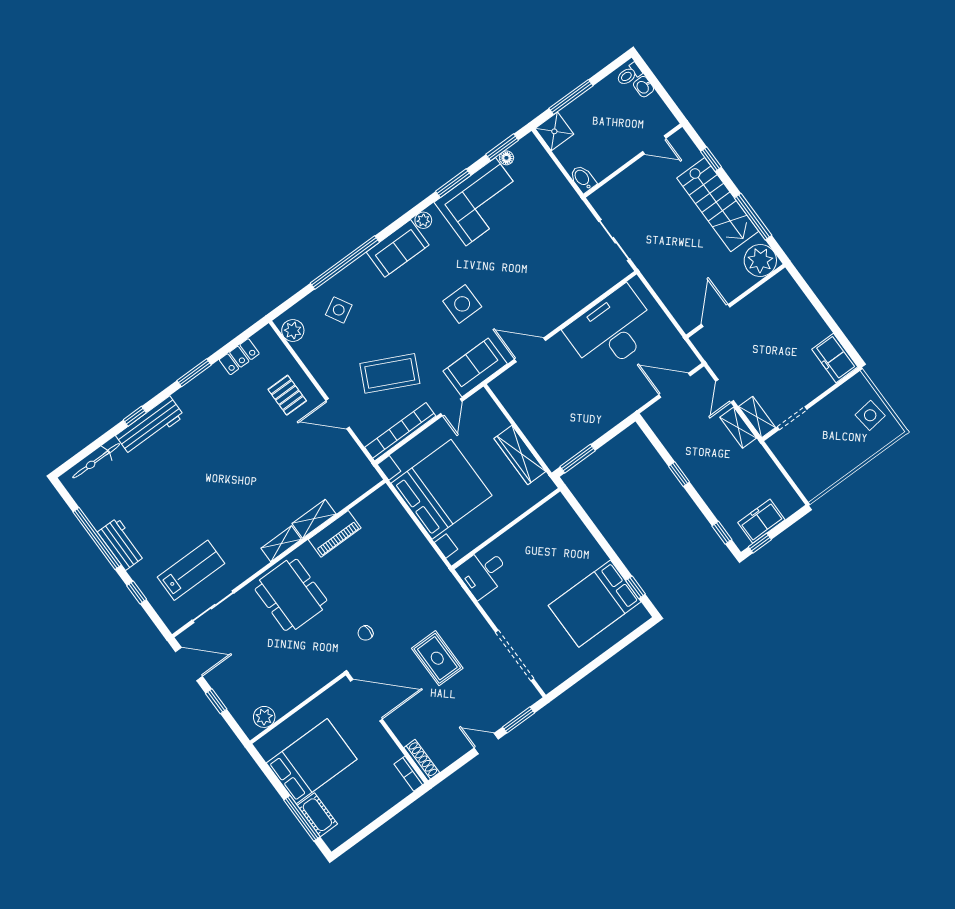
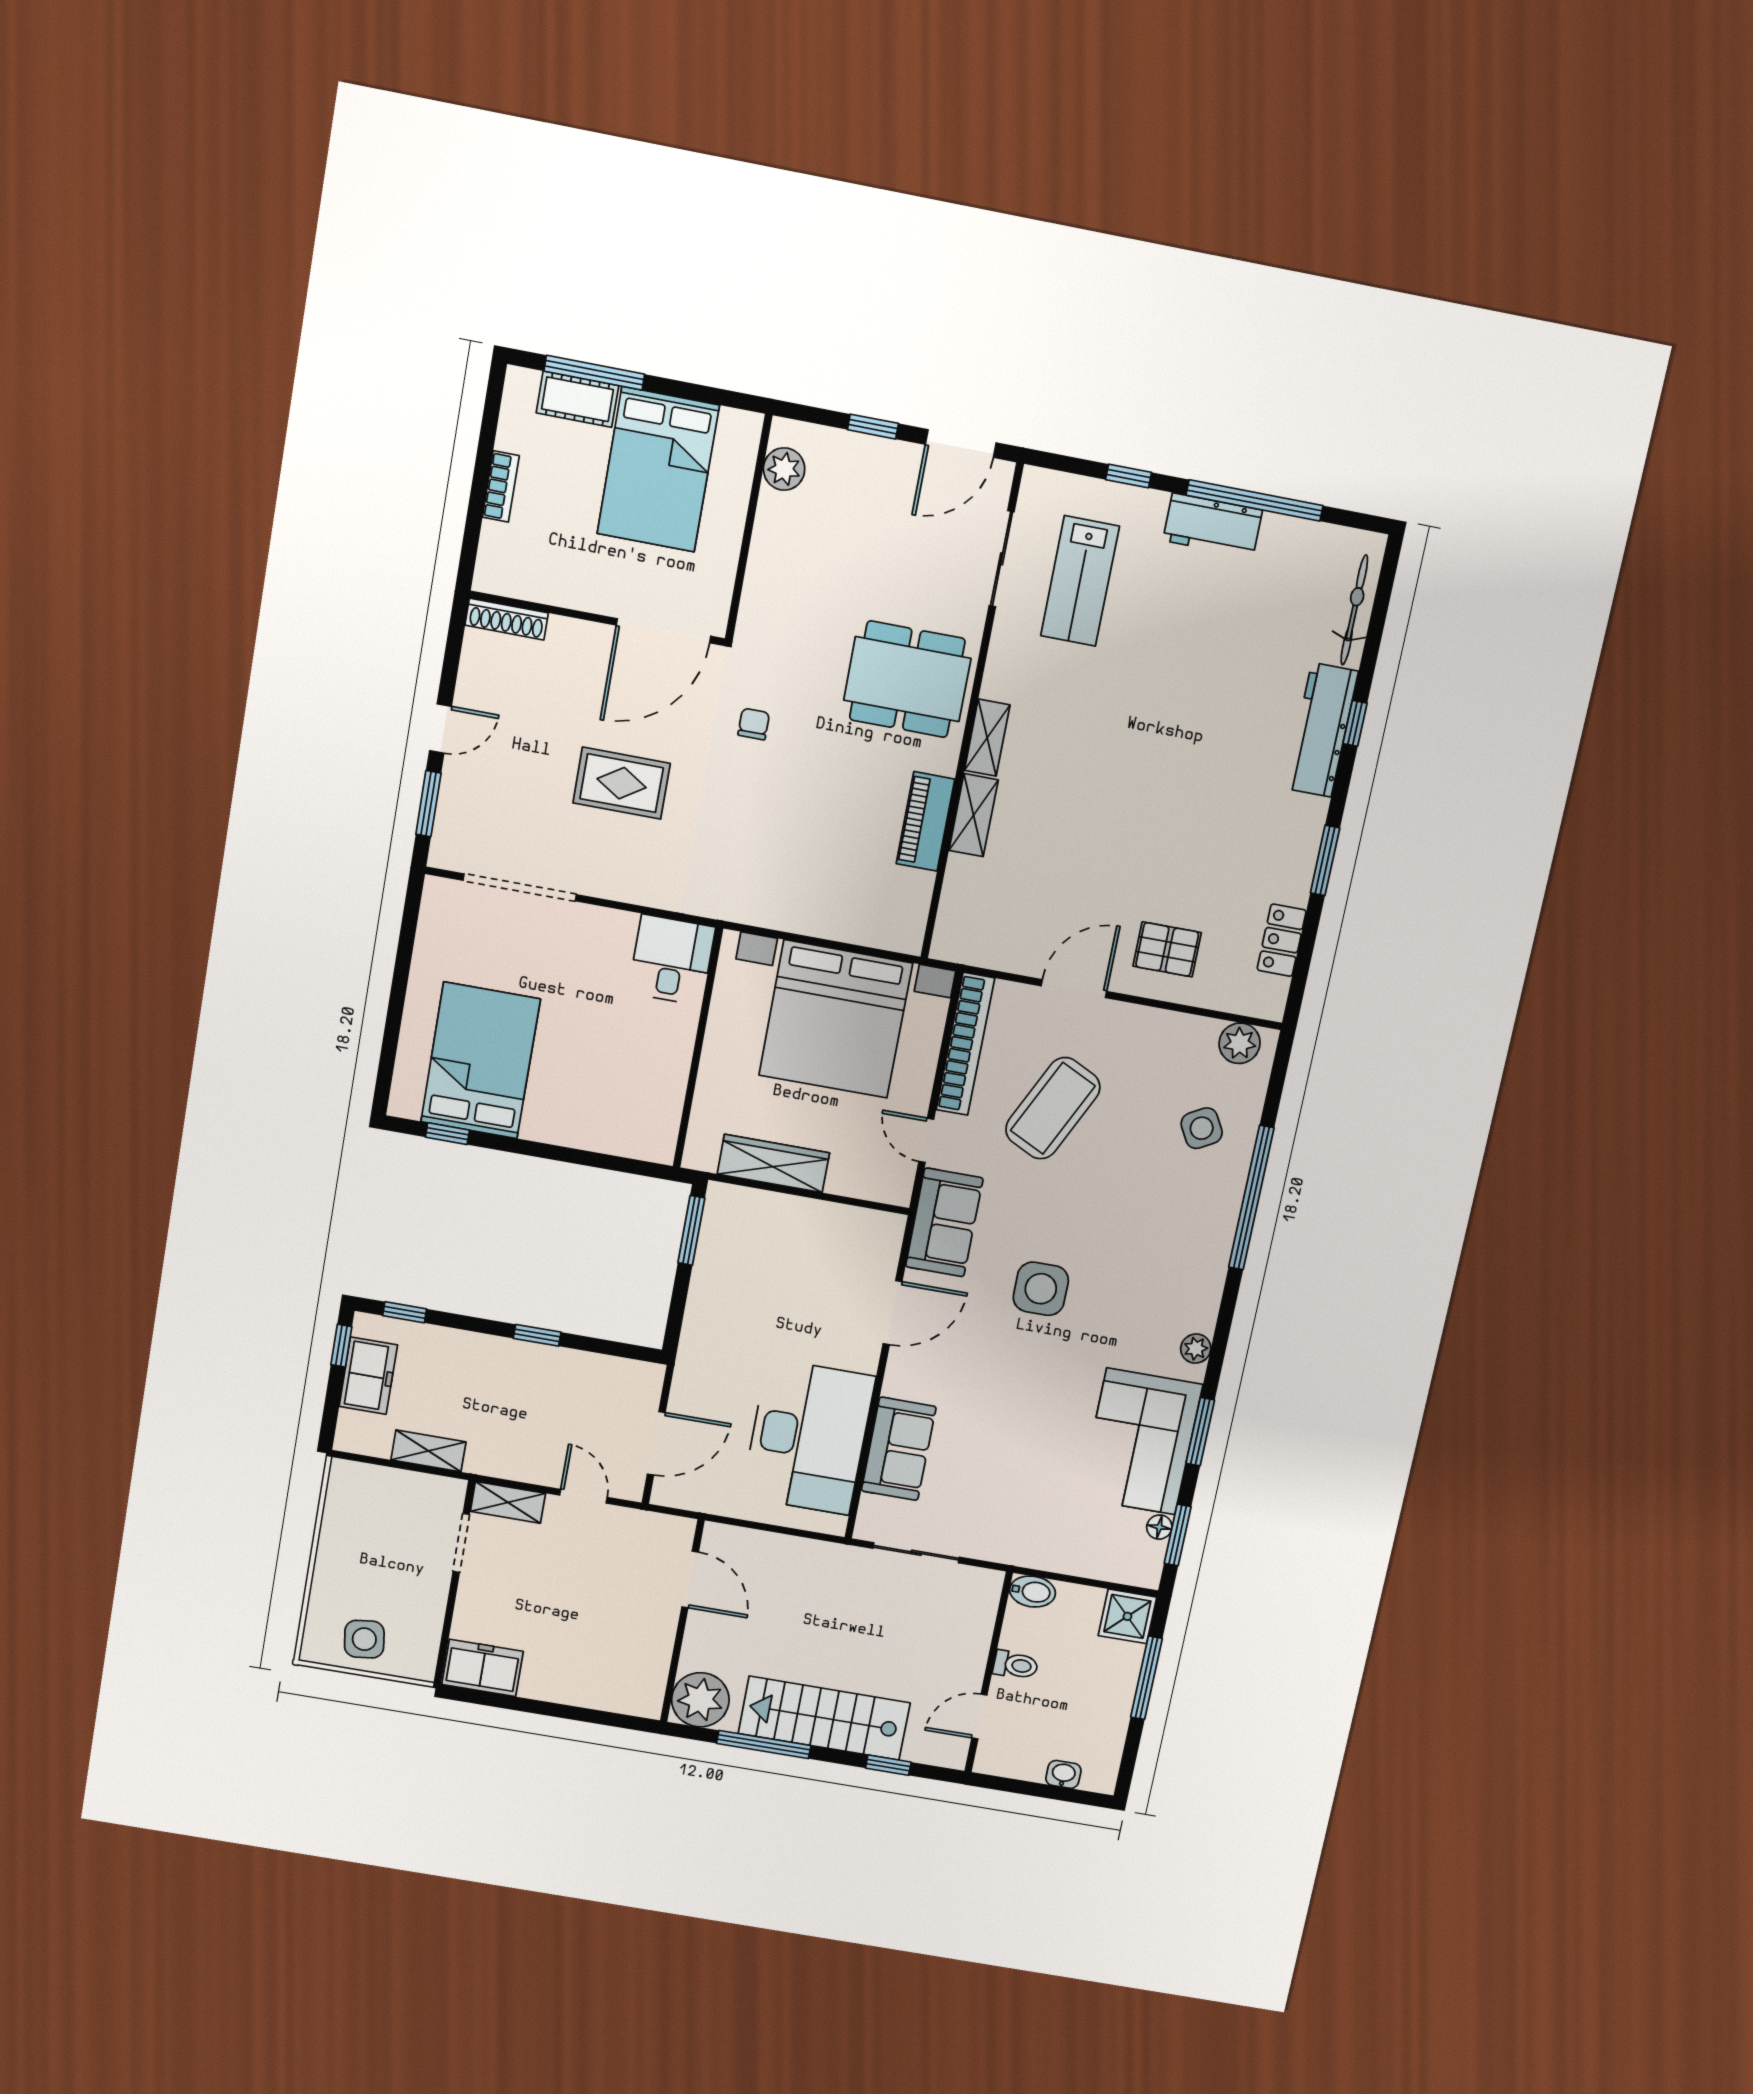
toilet: (629, 74) -> (1016, 1665), moved, turned 90
sofa: (398, 248) -> (899, 1449), moved, turned 180
shelving: (738, 428) -> (428, 1451), moved
bookcase: (409, 774) -> (501, 487), moved, turned 90

